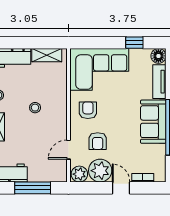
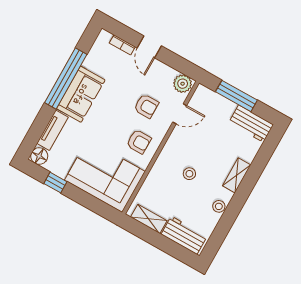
armchair: (88, 110) -> (139, 142), turned -90
armchair: (98, 141) -> (146, 106), turned 90
plant: (100, 171) -> (160, 76), removed

